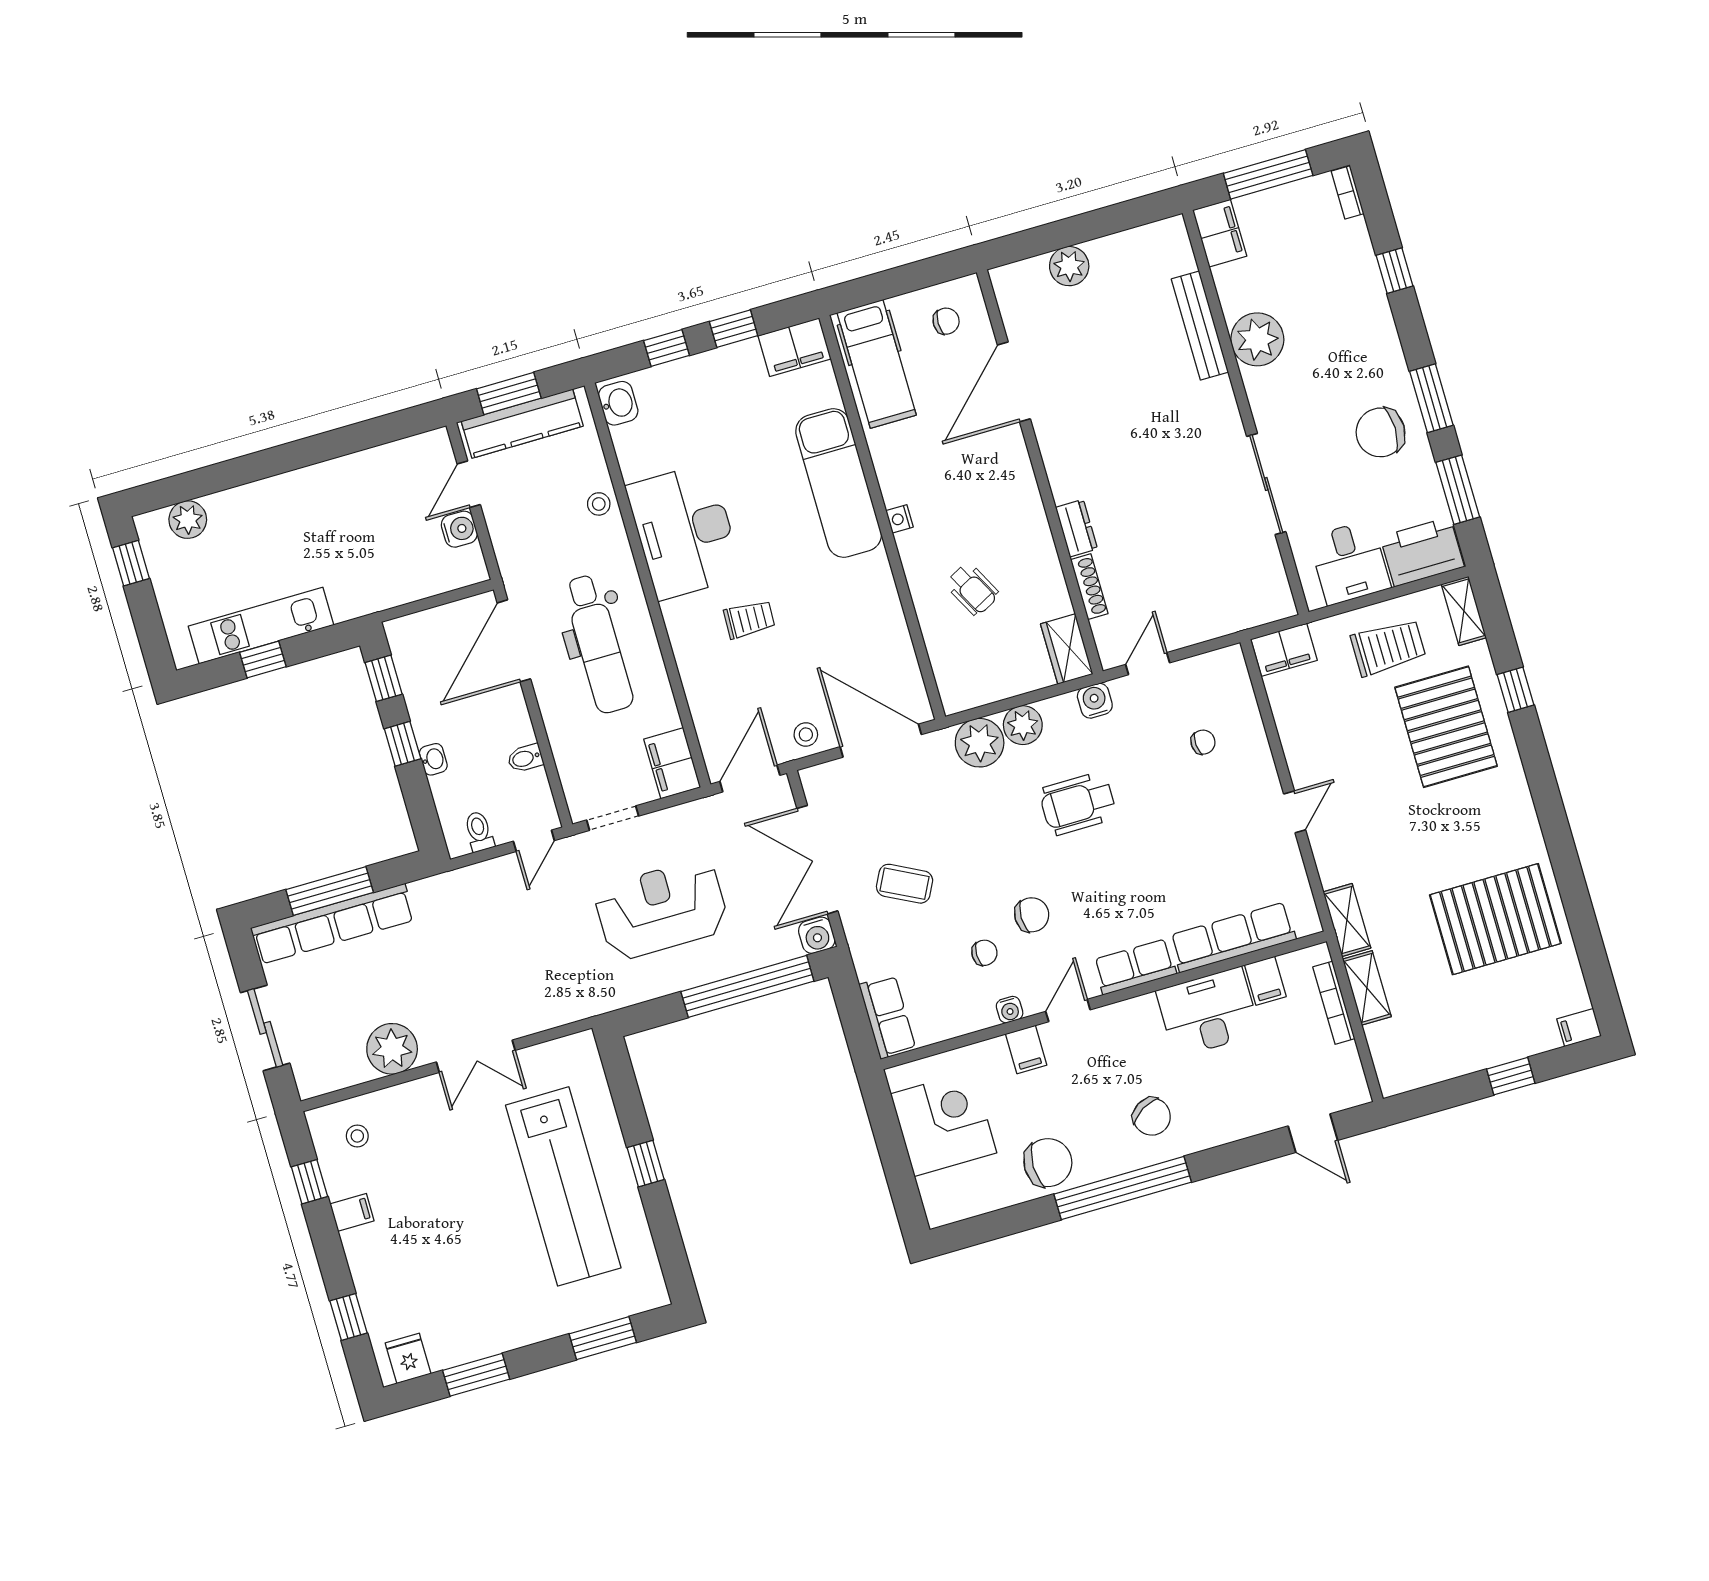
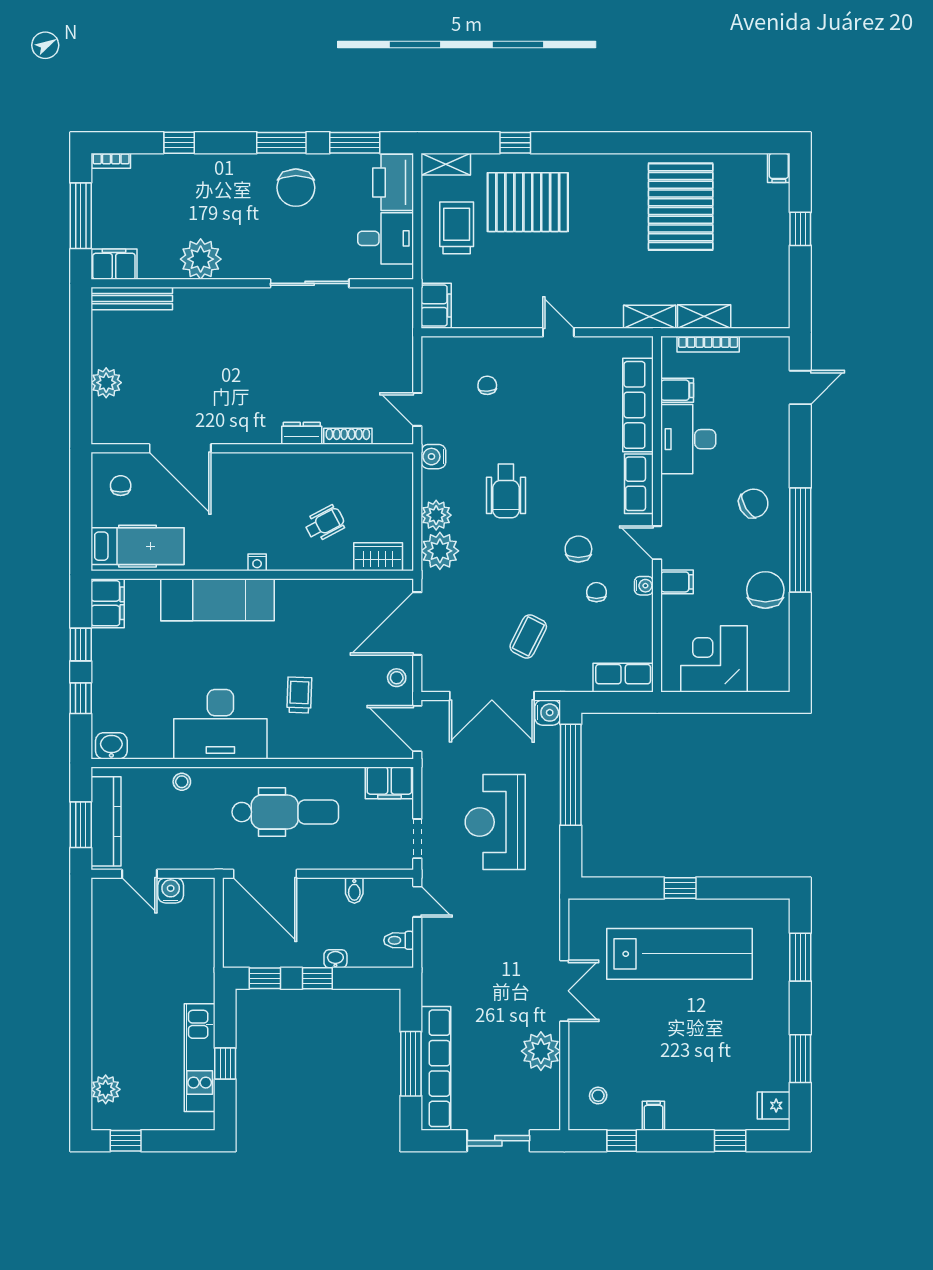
bench: (1200, 325) -> (132, 299), moved
wardrobe: (1067, 649) -> (378, 557), moved, turned 180

